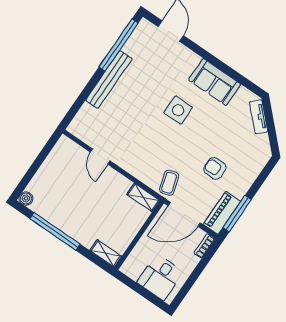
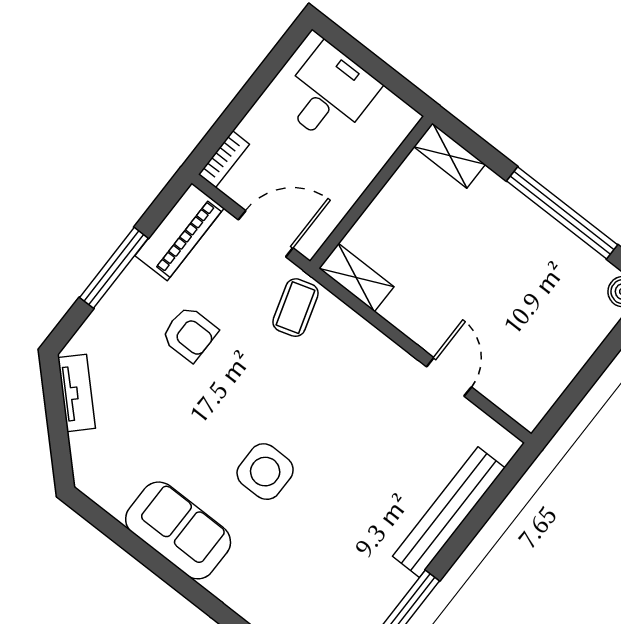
bench: (109, 79) -> (449, 512), moved
tv unit: (259, 117) -> (77, 393), moved
door: (184, 214) -> (266, 234), width x0.73
window: (237, 214) -> (114, 268), moved

